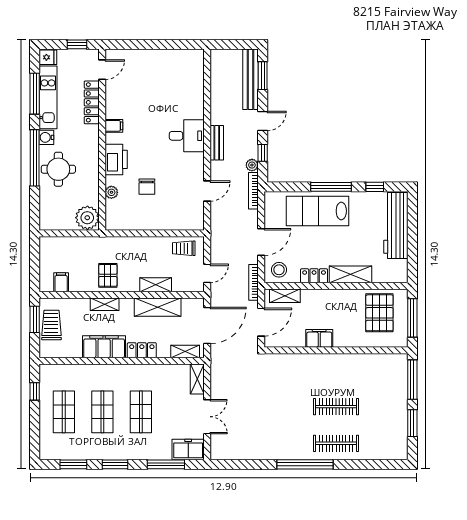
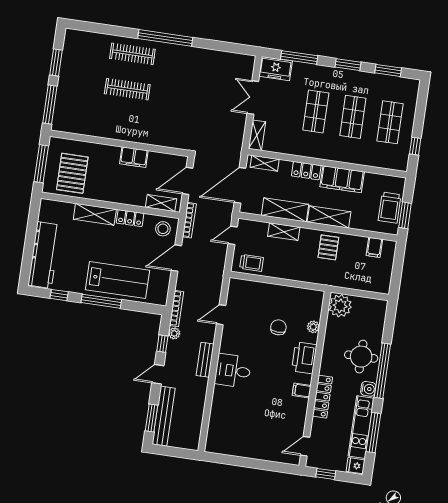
locker: (92, 102) -> (322, 397), moved
shelving: (105, 304) -> (329, 217), width x1.50, depth x1.33

